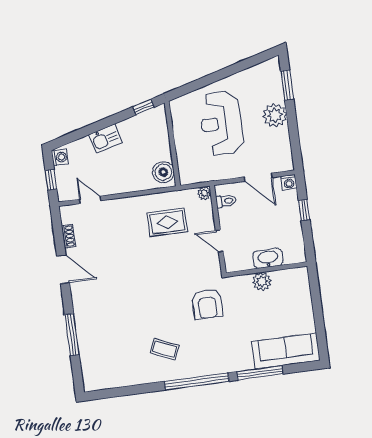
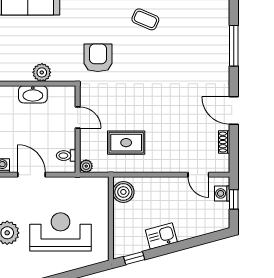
reception desk: (221, 123) -> (60, 232), turned -90
kitchen sink: (105, 139) -> (161, 236), moved
washing machine: (60, 157) -> (222, 193), moved

